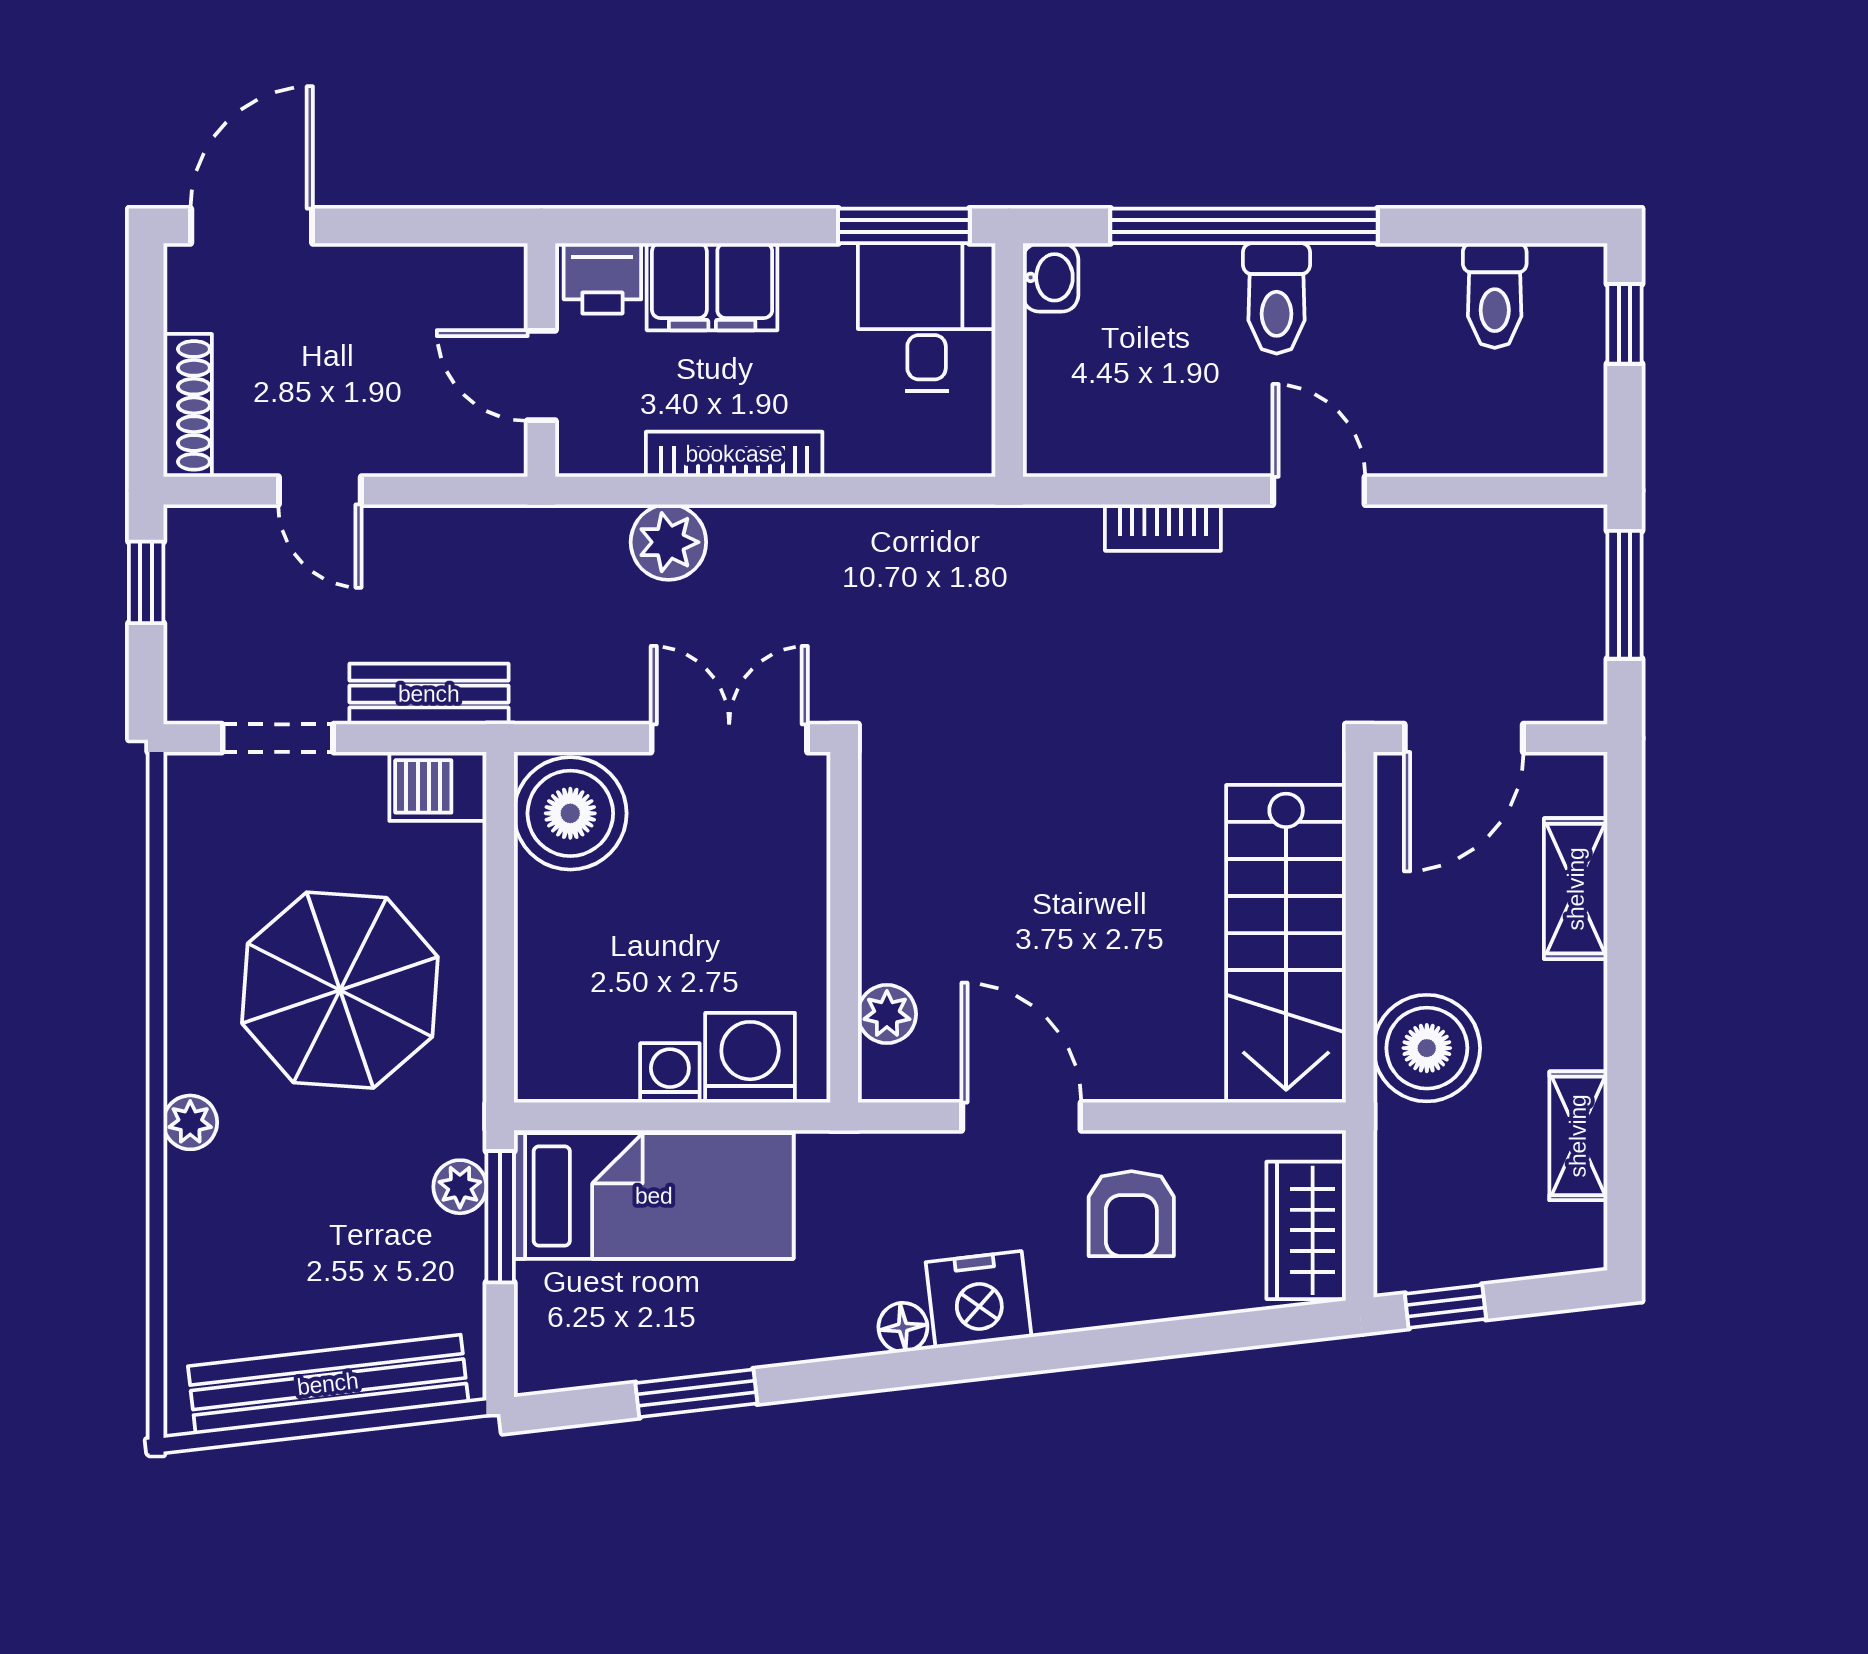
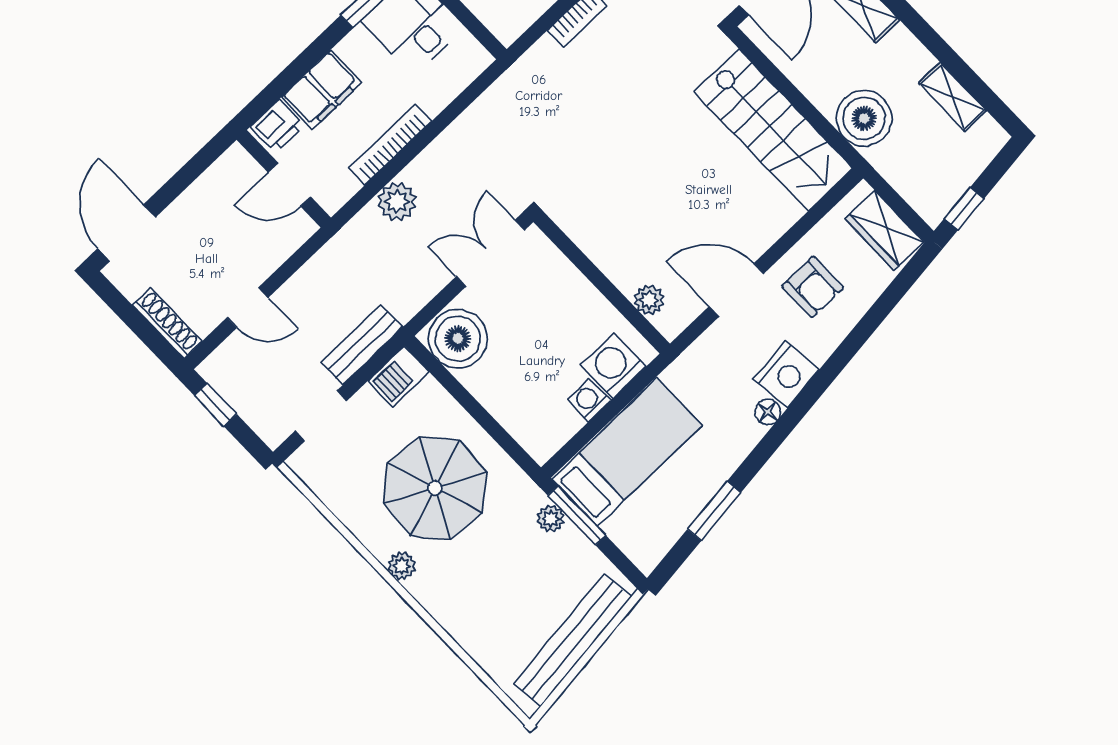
plant: (190, 1122) -> (402, 566), moved

